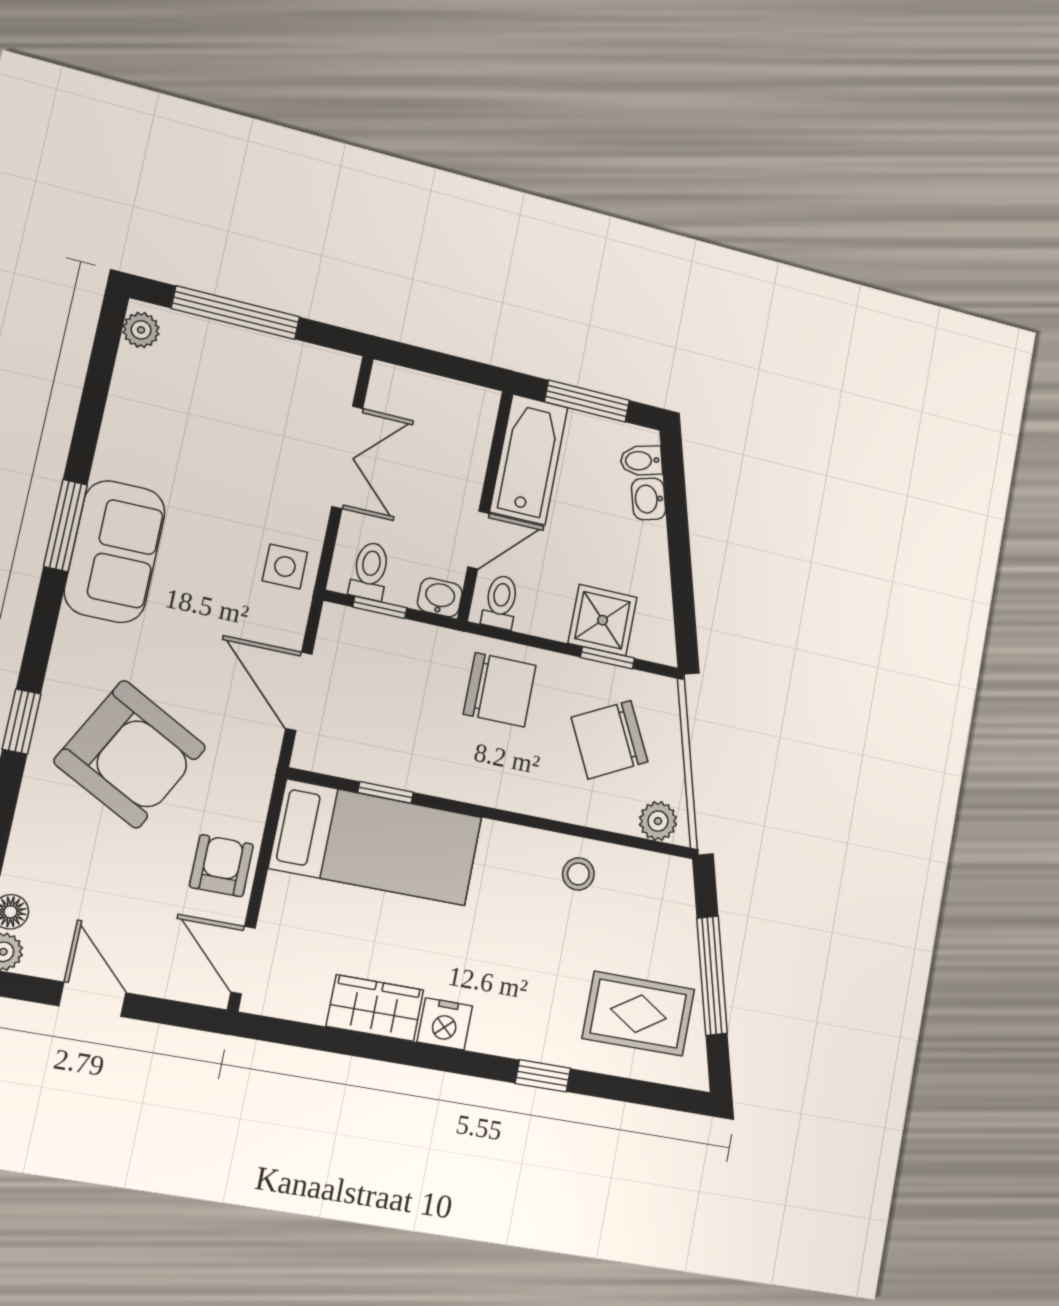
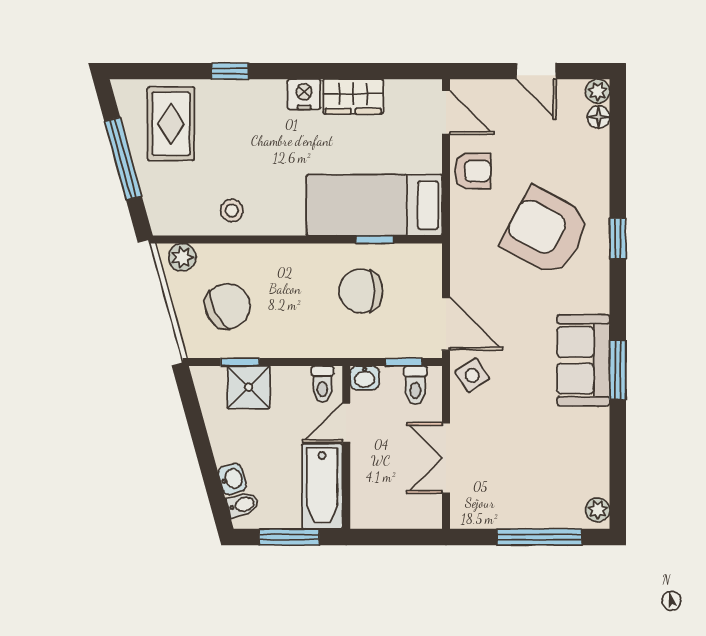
side table: (285, 566) -> (472, 375), turned -34
chair: (500, 690) -> (361, 291), moved
door: (299, 691) -> (446, 324), moved
armchair: (221, 866) -> (473, 171), turned -90
rug: (638, 1014) -> (171, 124), turned 90

